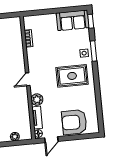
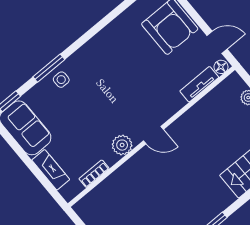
fireplace: (44, 19) -> (51, 170), added
rug: (72, 76) -> (106, 75), removed
plant: (37, 100) -> (122, 145), moved

